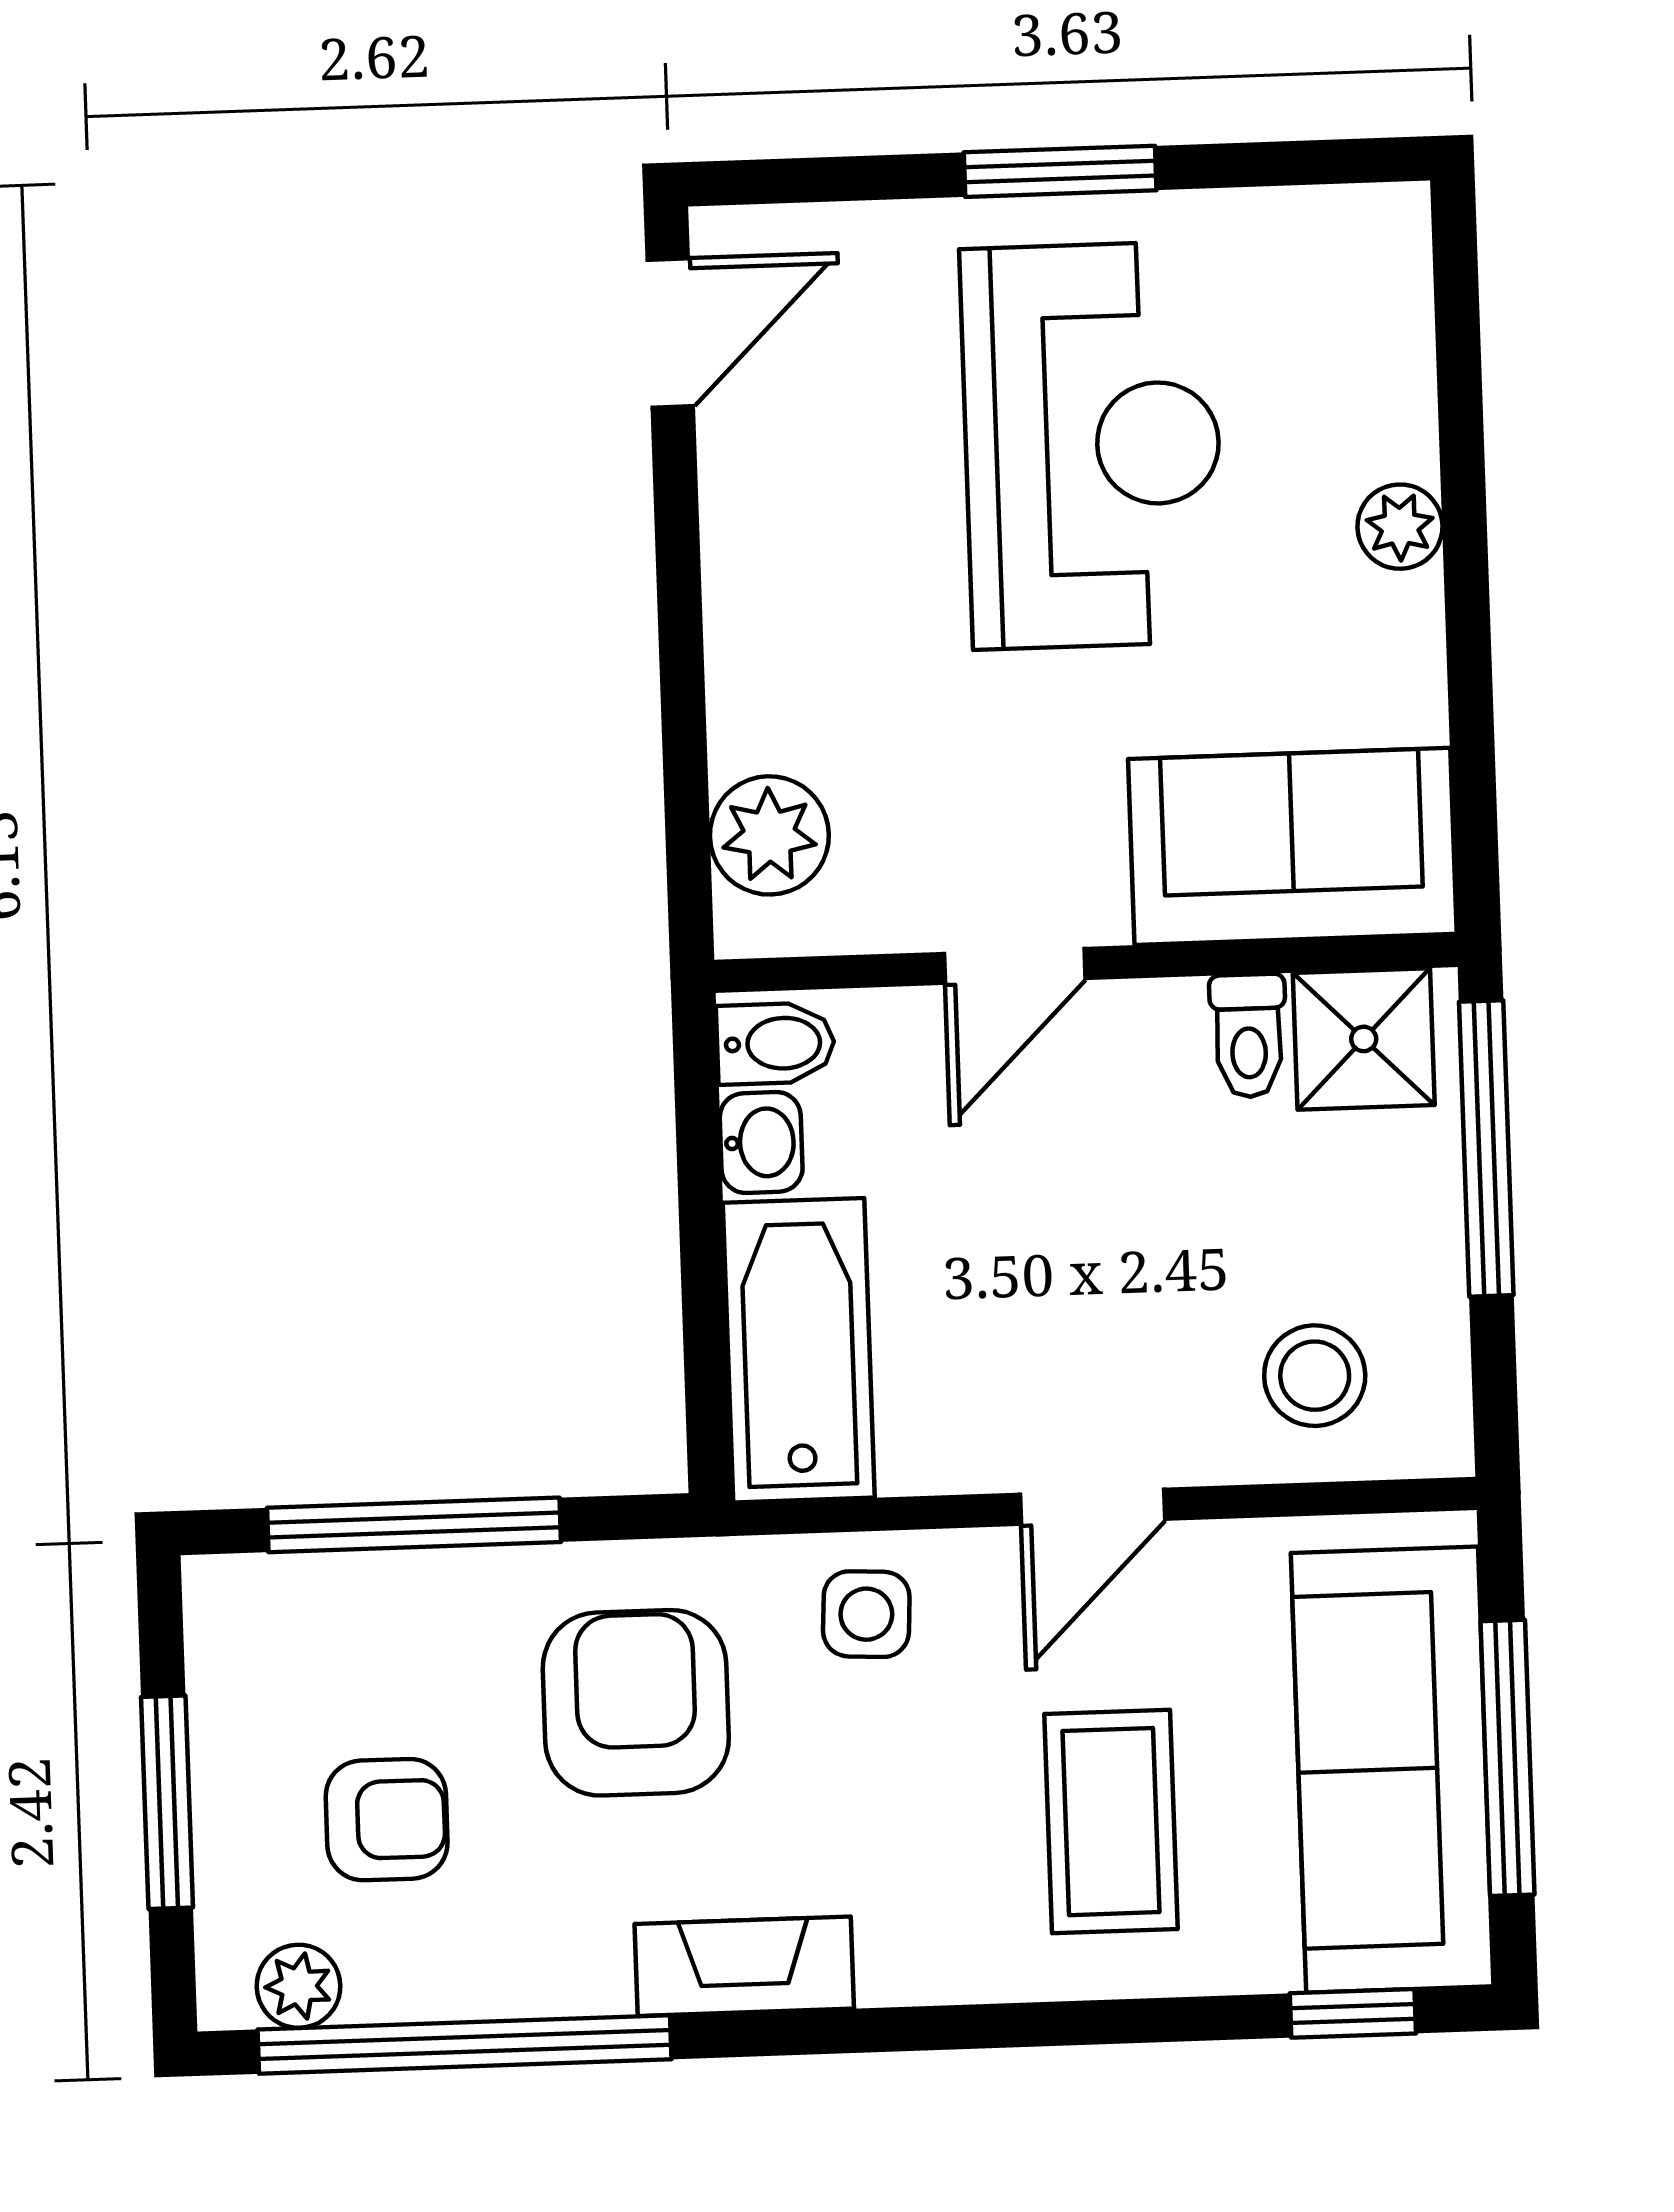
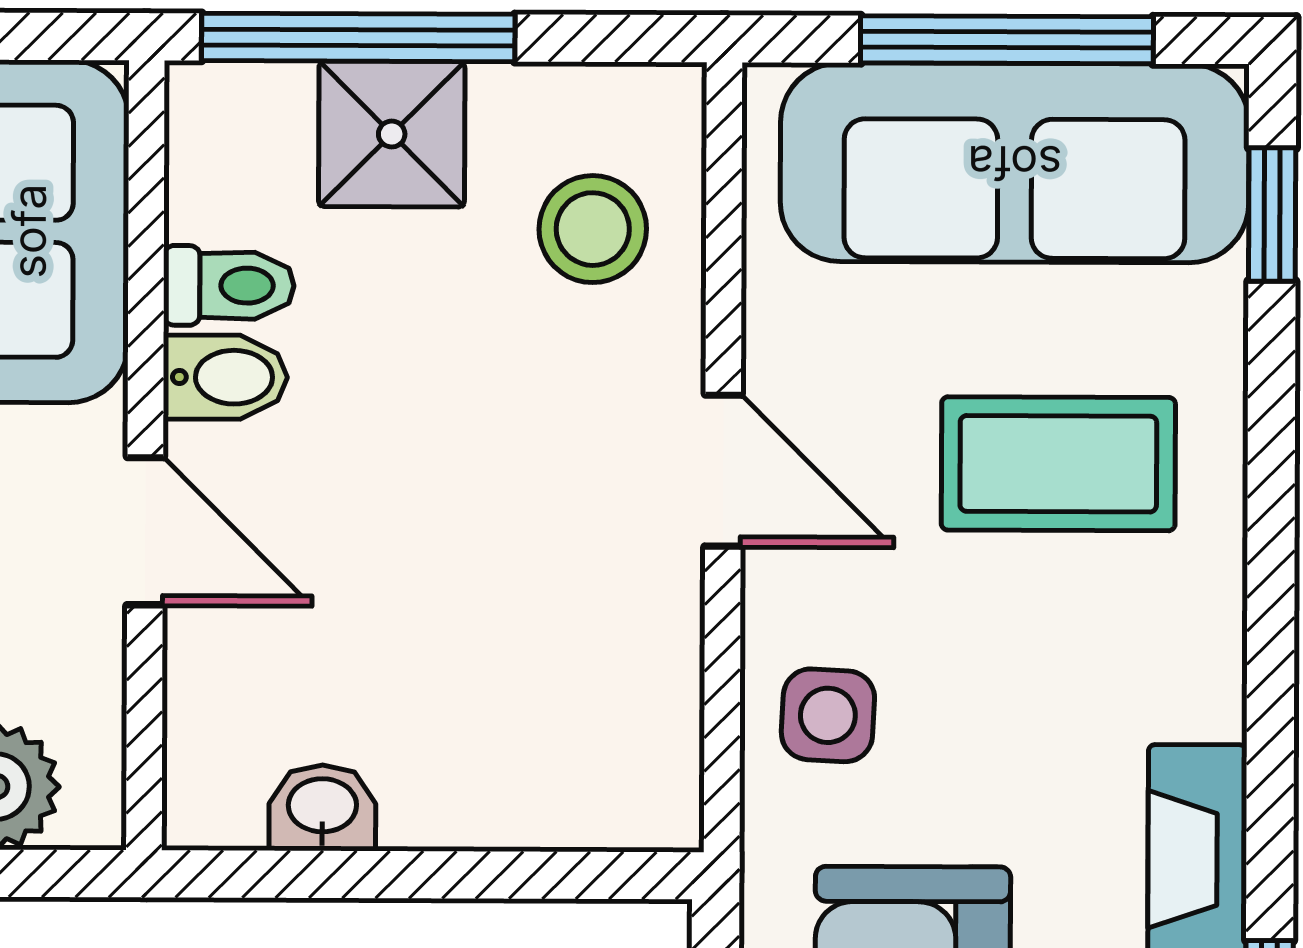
shower: (1364, 1039) -> (392, 134), moved
bidet: (776, 1043) -> (225, 377), moved, turned 90
bathtub: (799, 1350) -> (545, 776), removed

